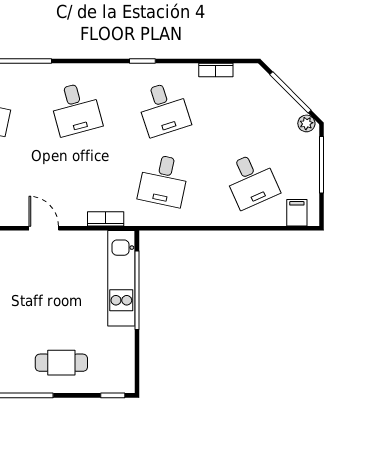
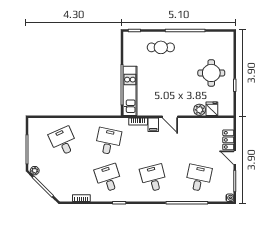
filing cabinet: (297, 213) -> (153, 125), moved

